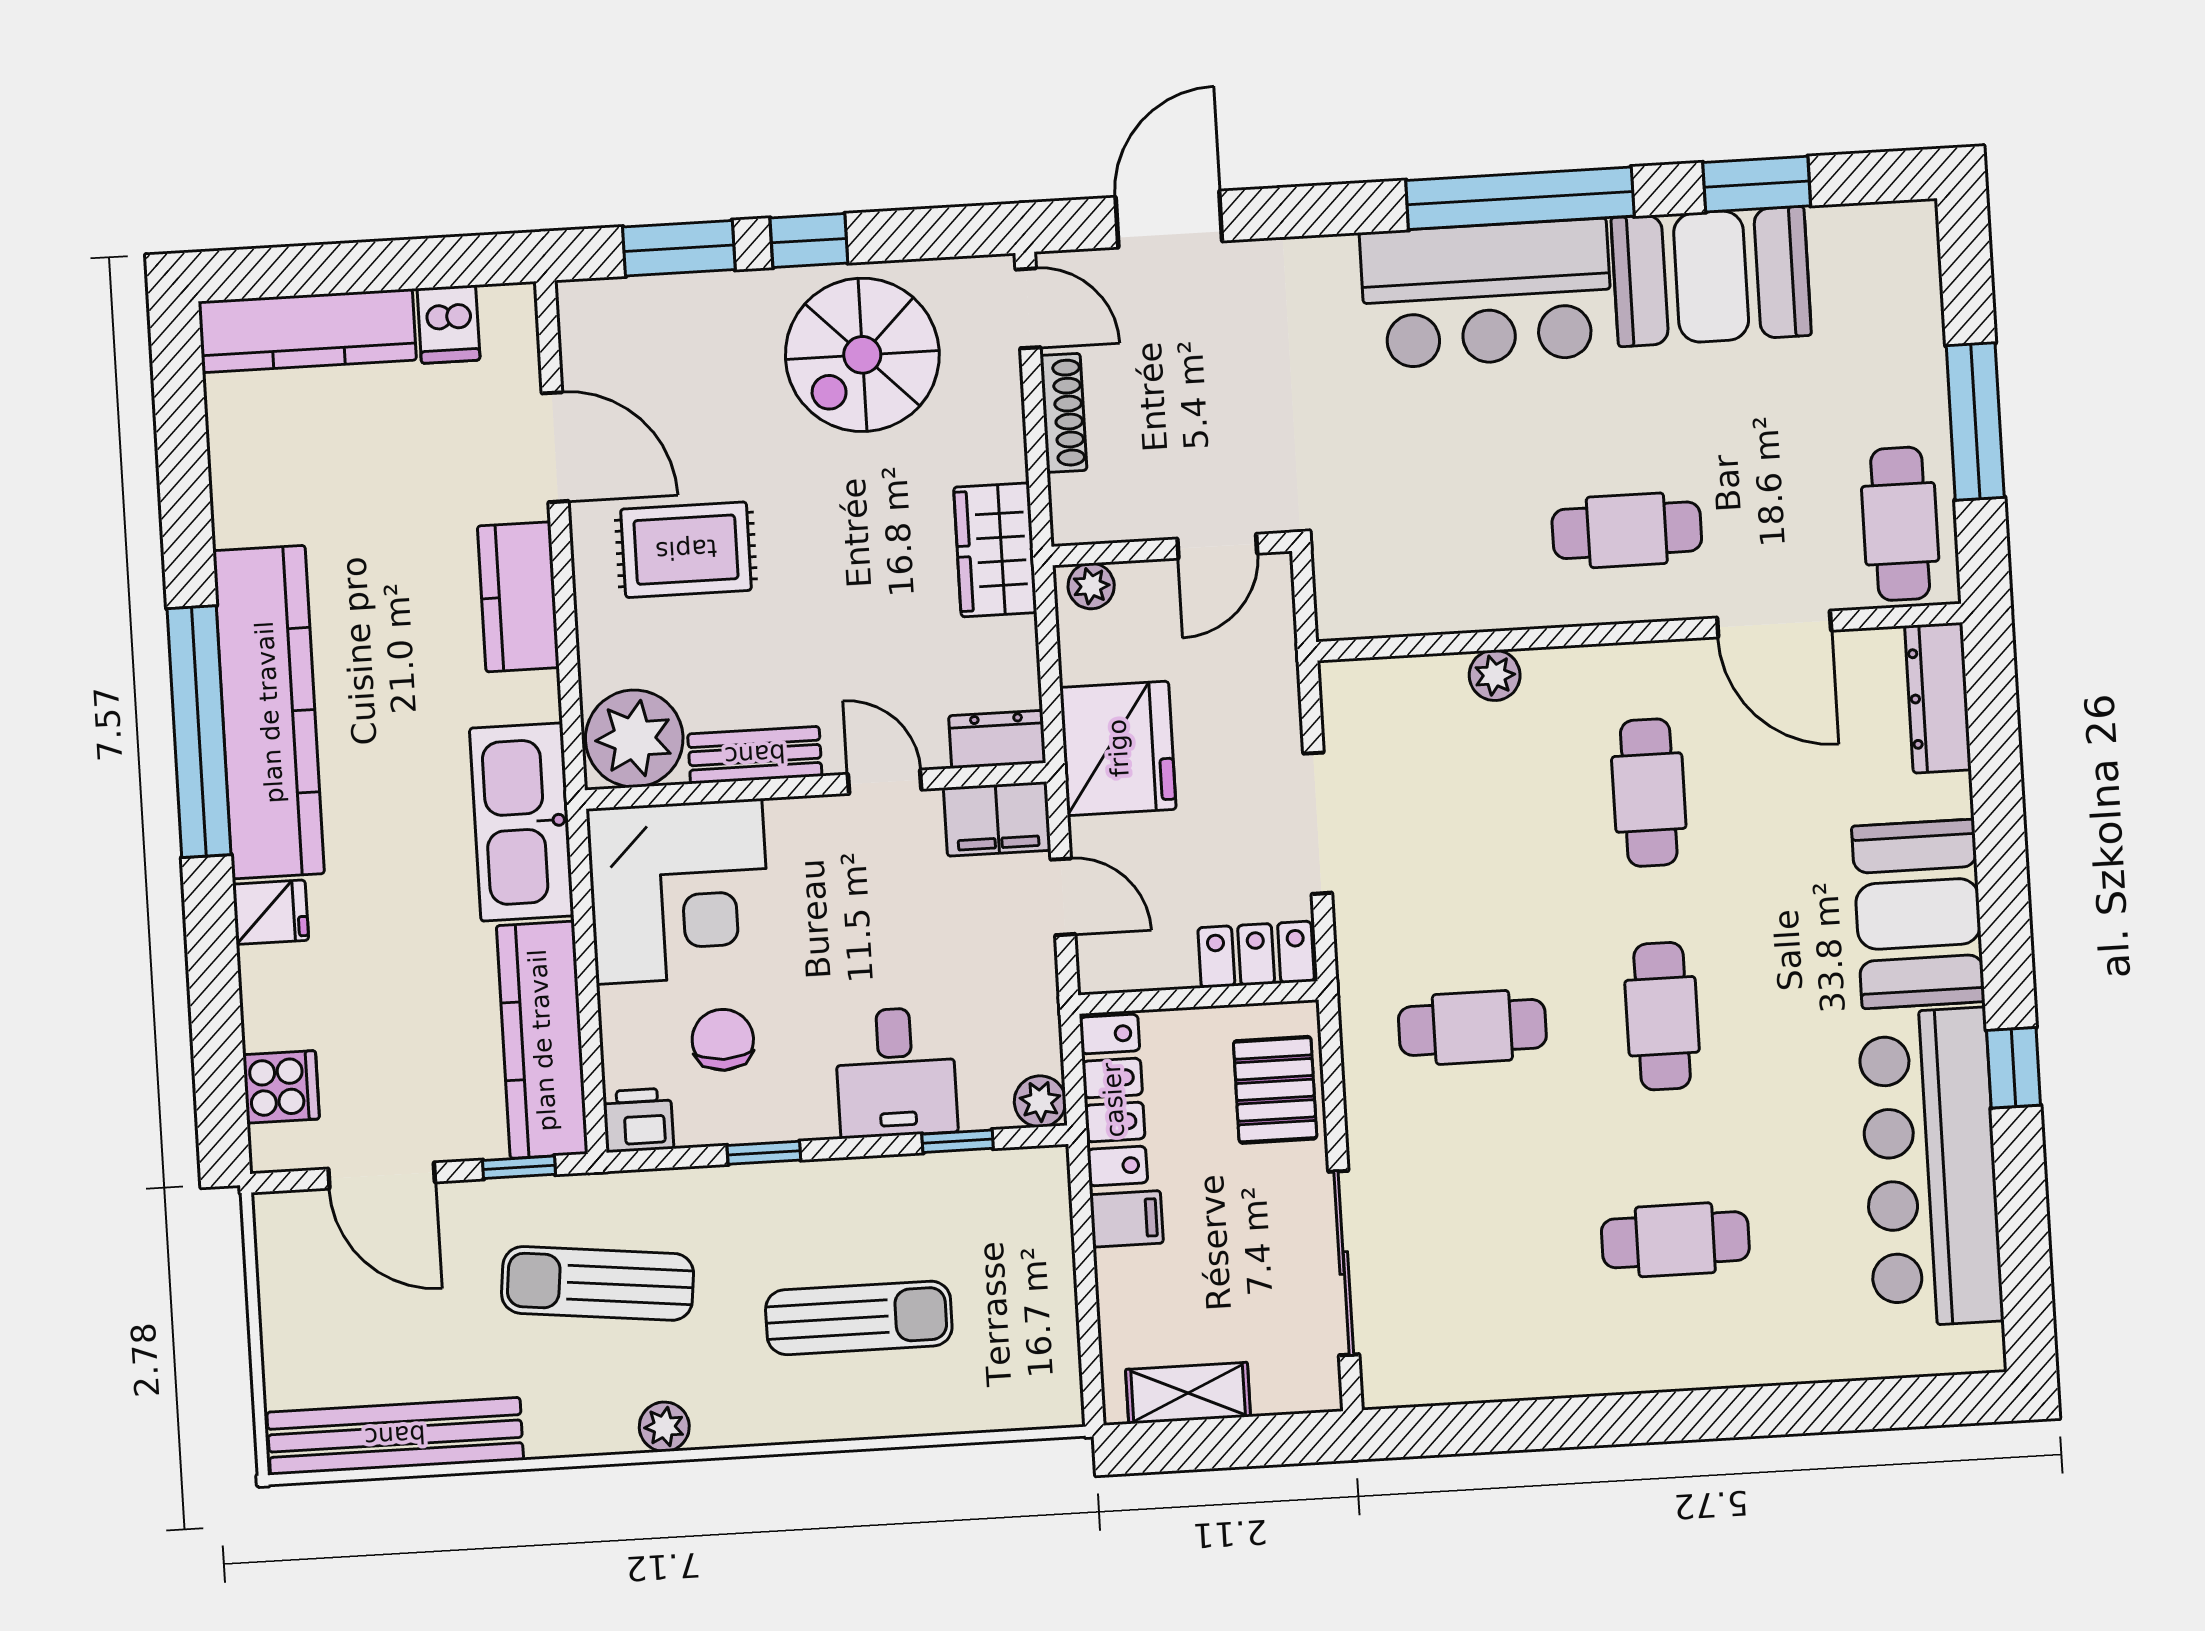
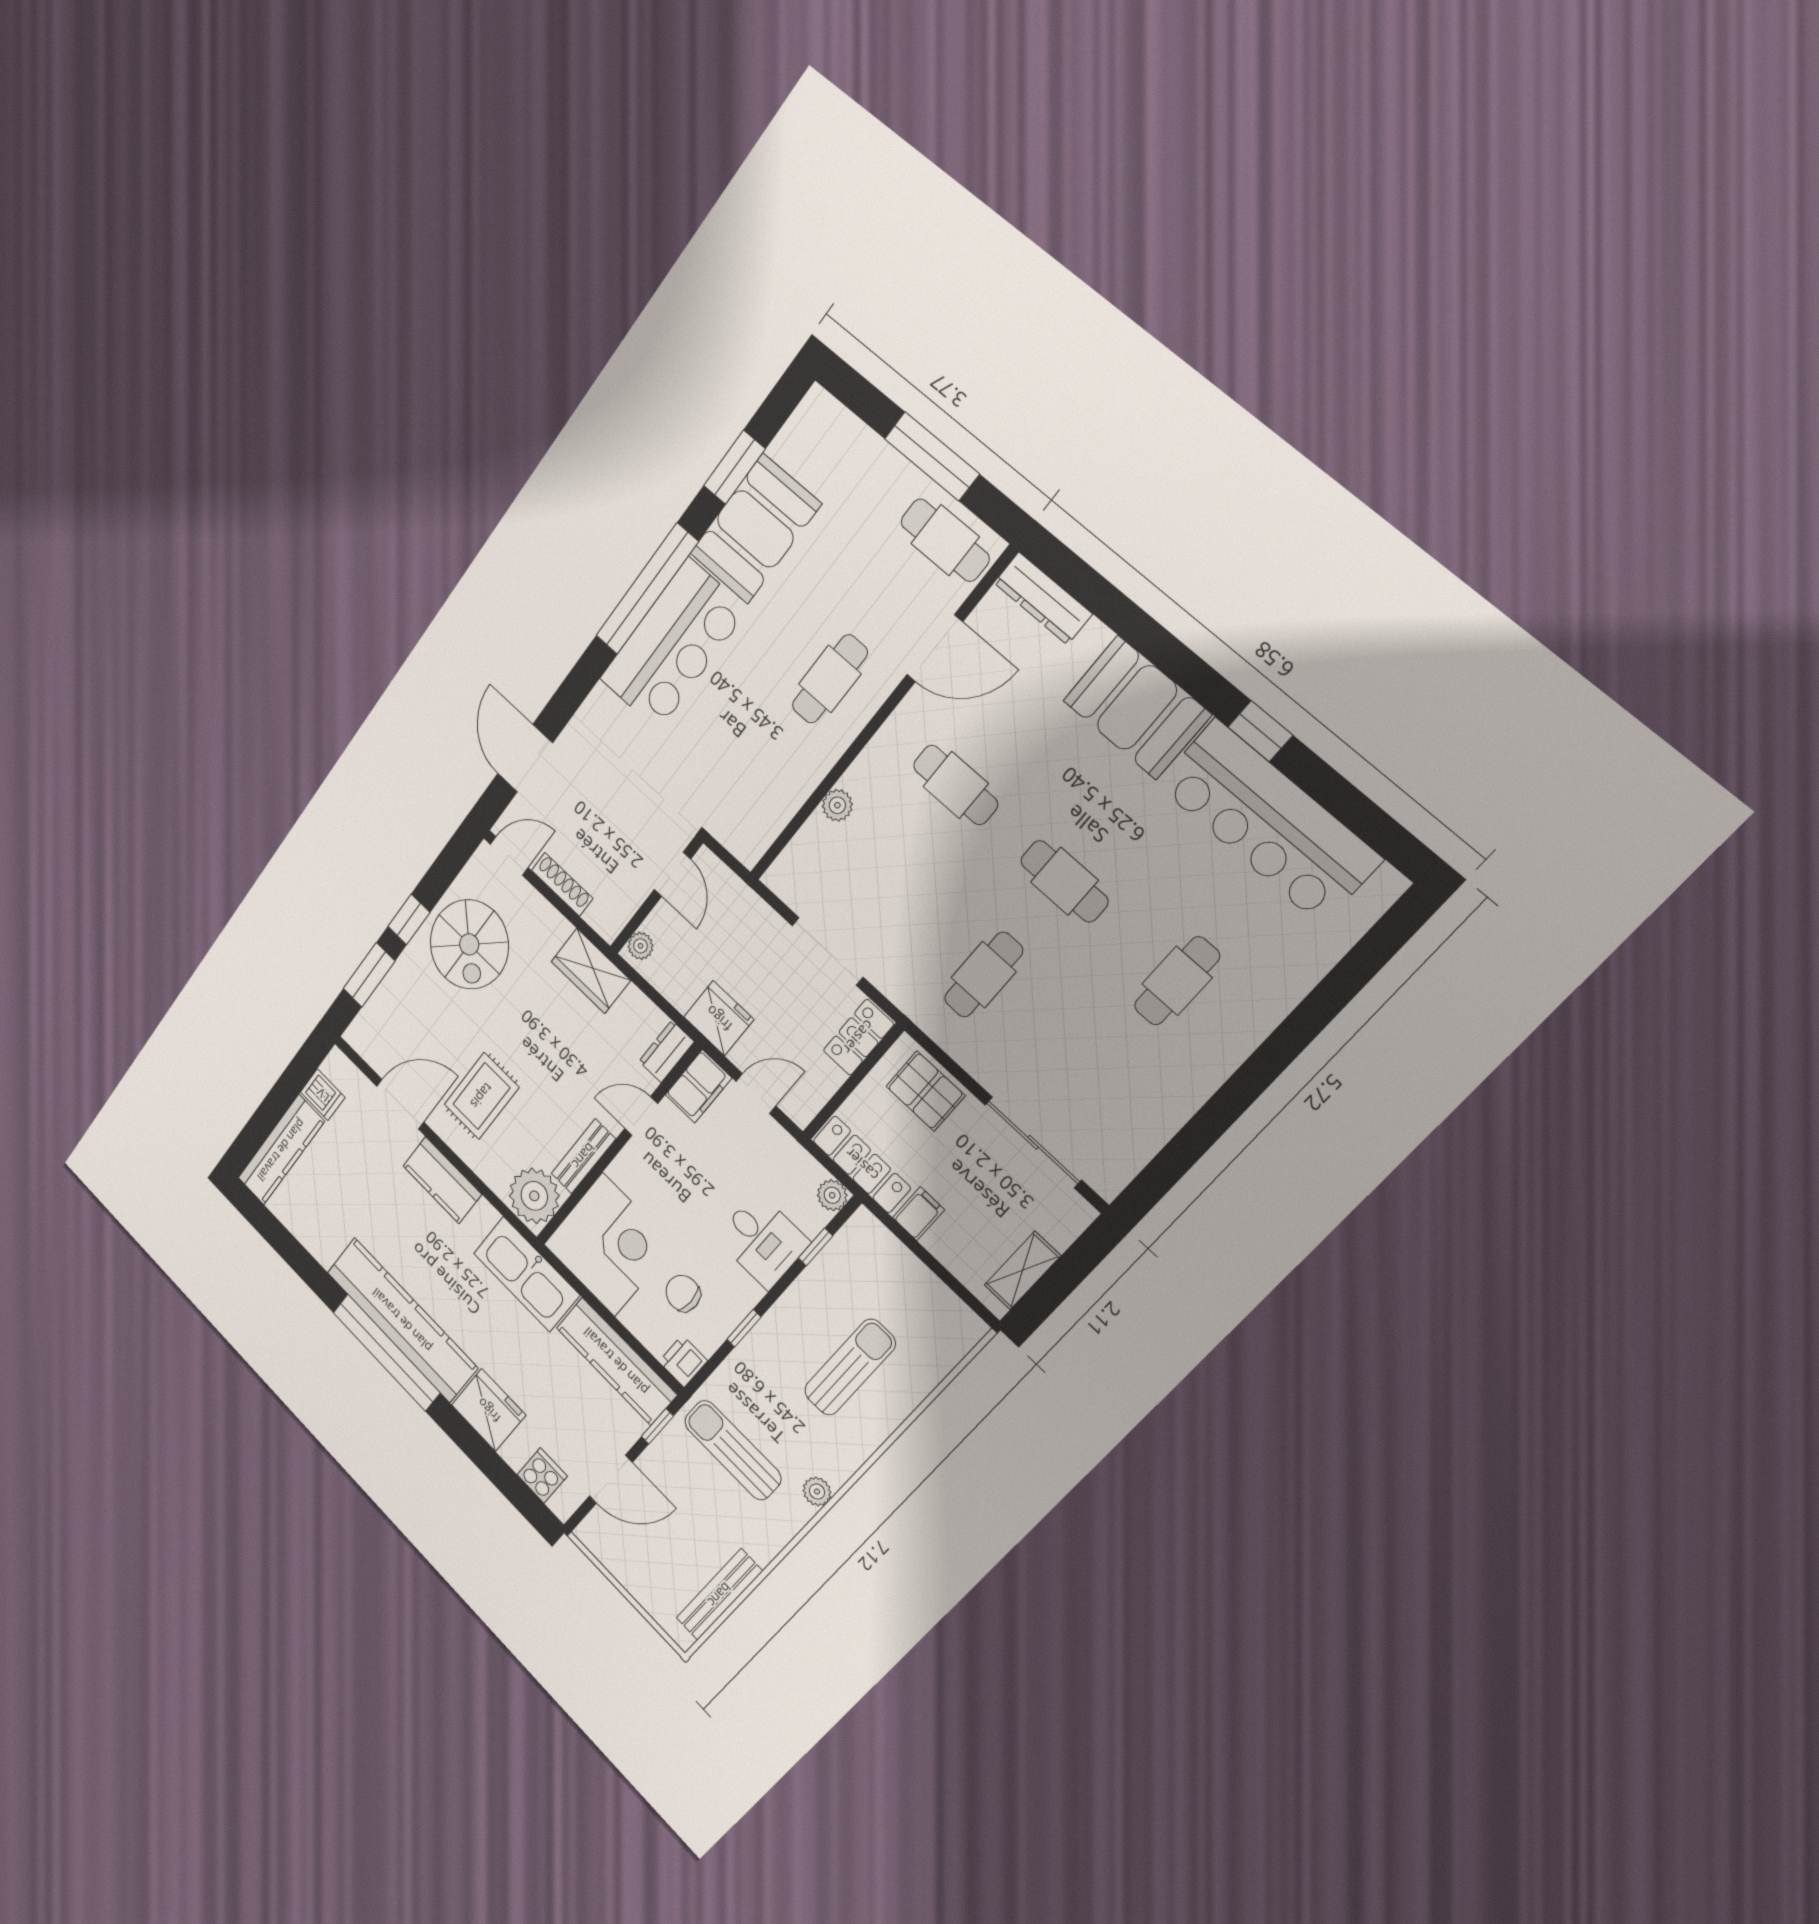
fridge: (1118, 748) -> (719, 1018), width x0.73, depth x0.75
fridge: (271, 912) -> (489, 1410), width x1.88, depth x1.34
sun lounger: (598, 1283) -> (733, 1450), turned 84
bench: (395, 1436) -> (719, 1595), width x0.73, depth x0.82

